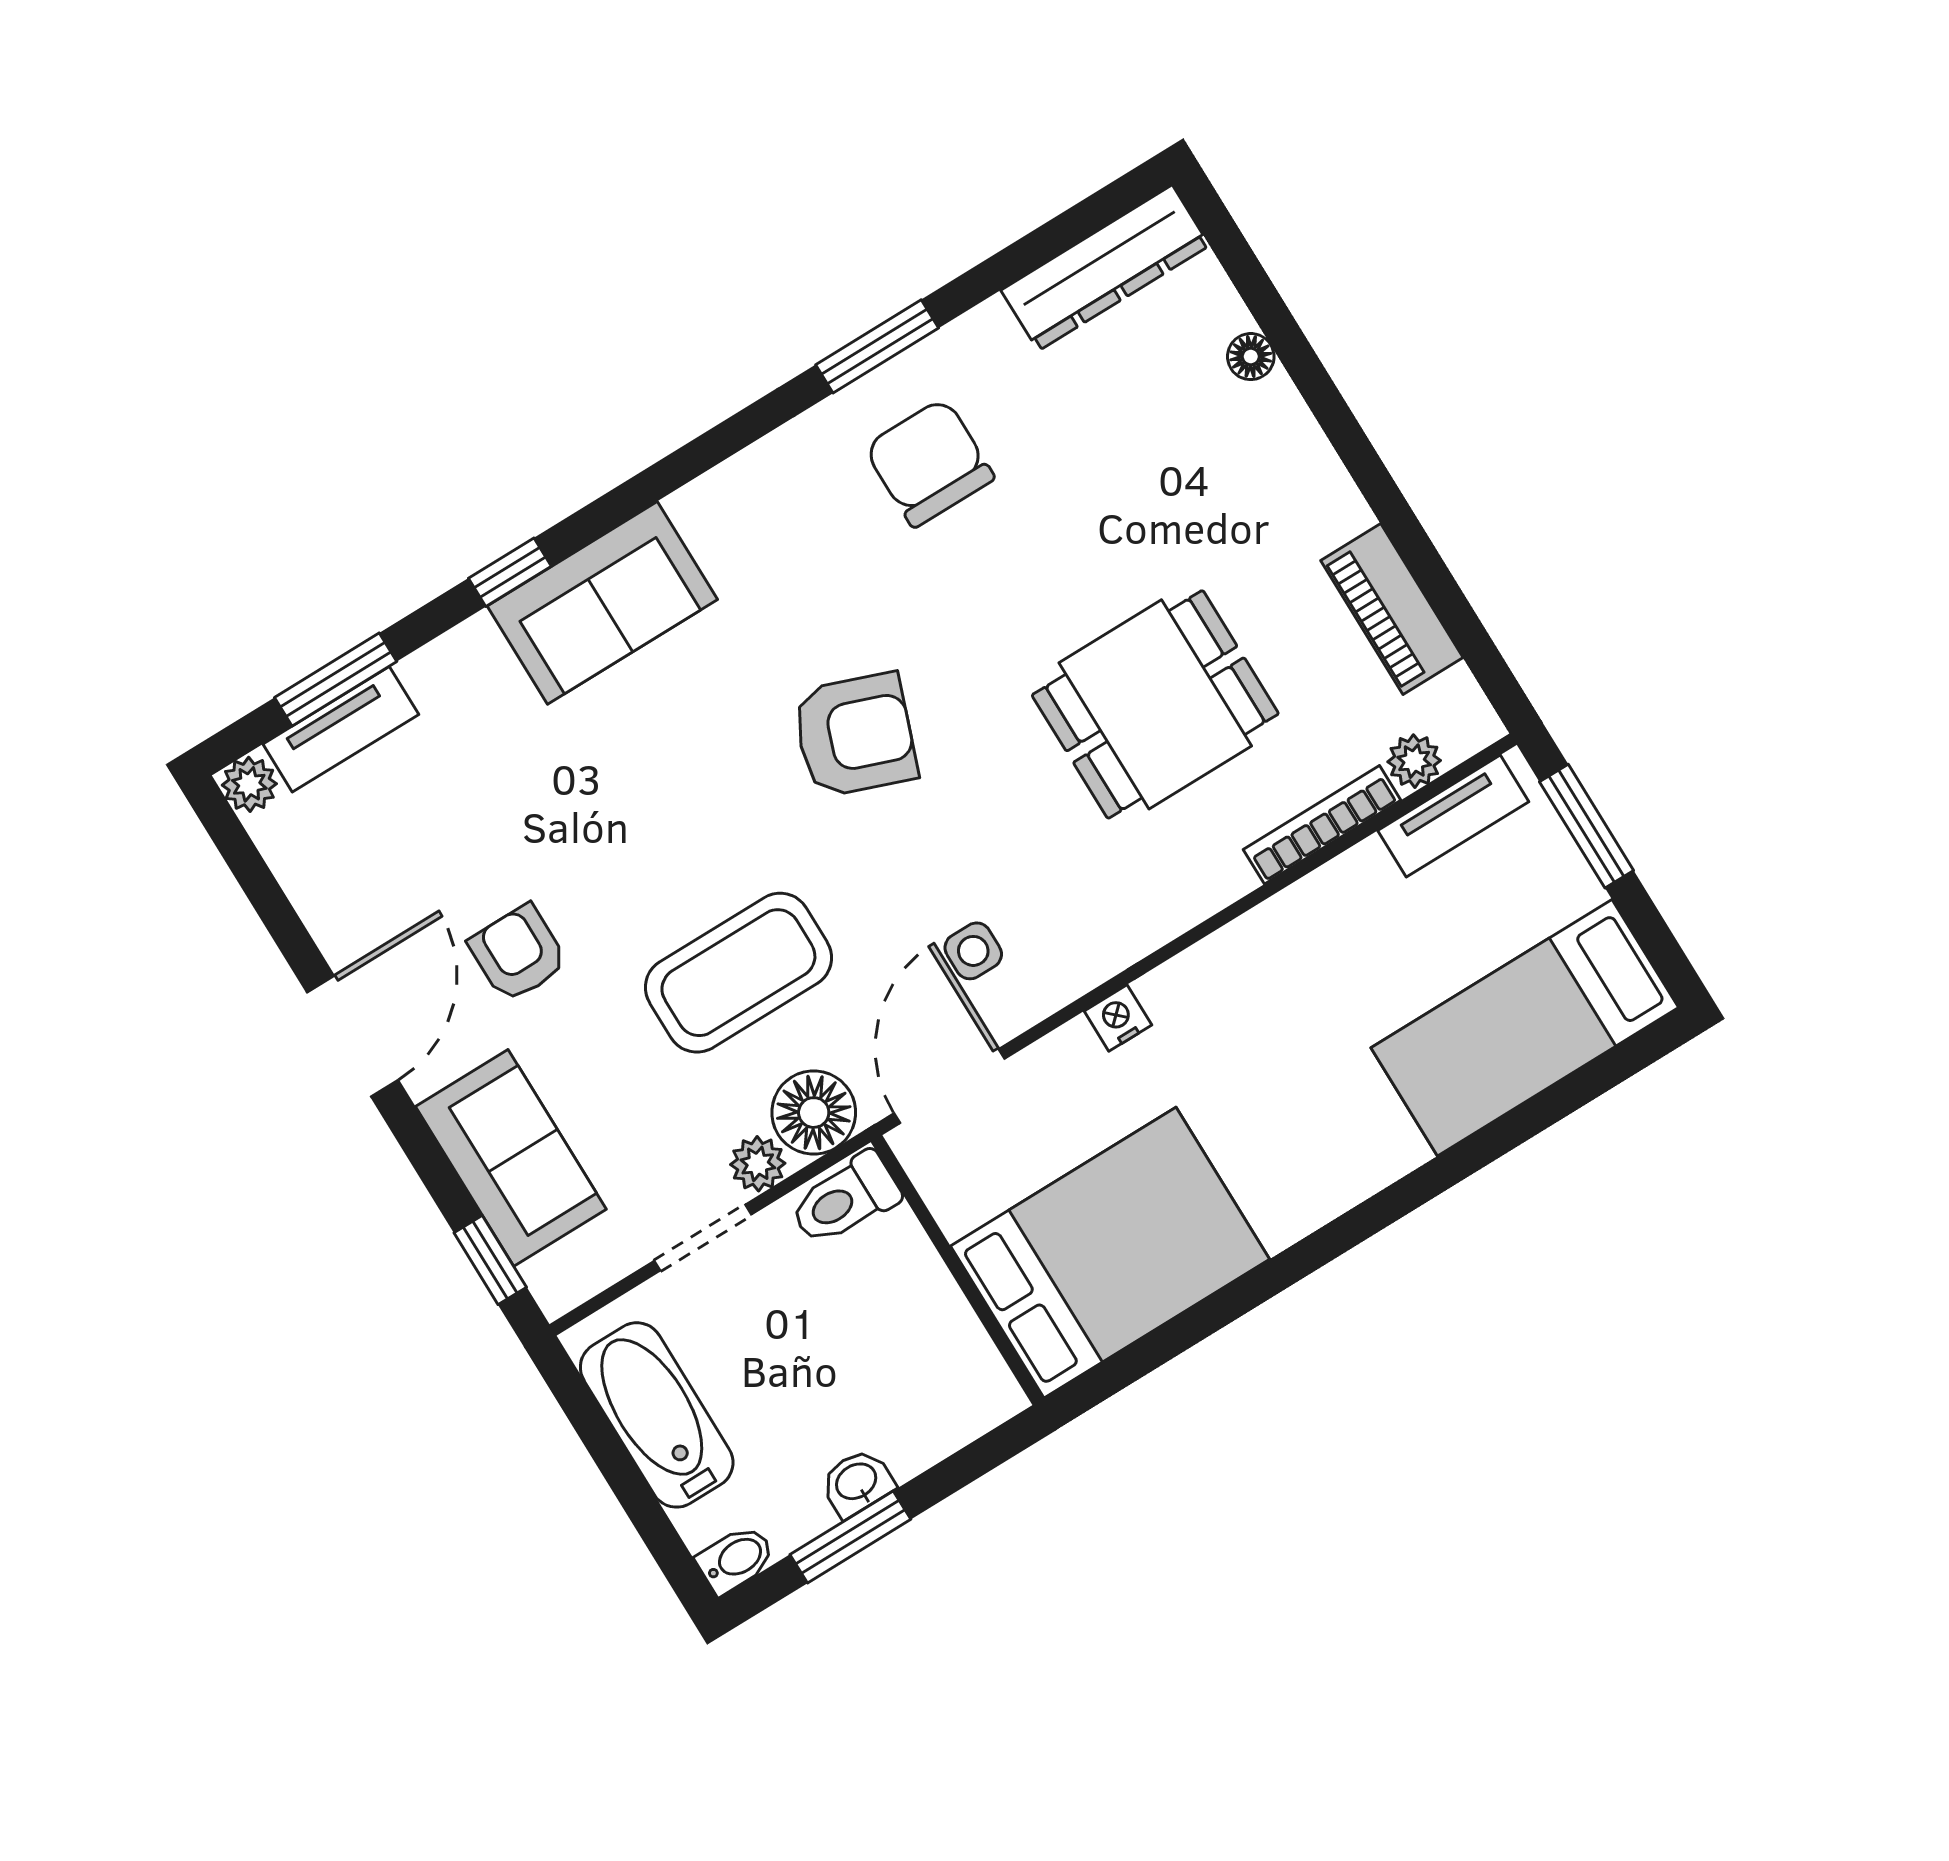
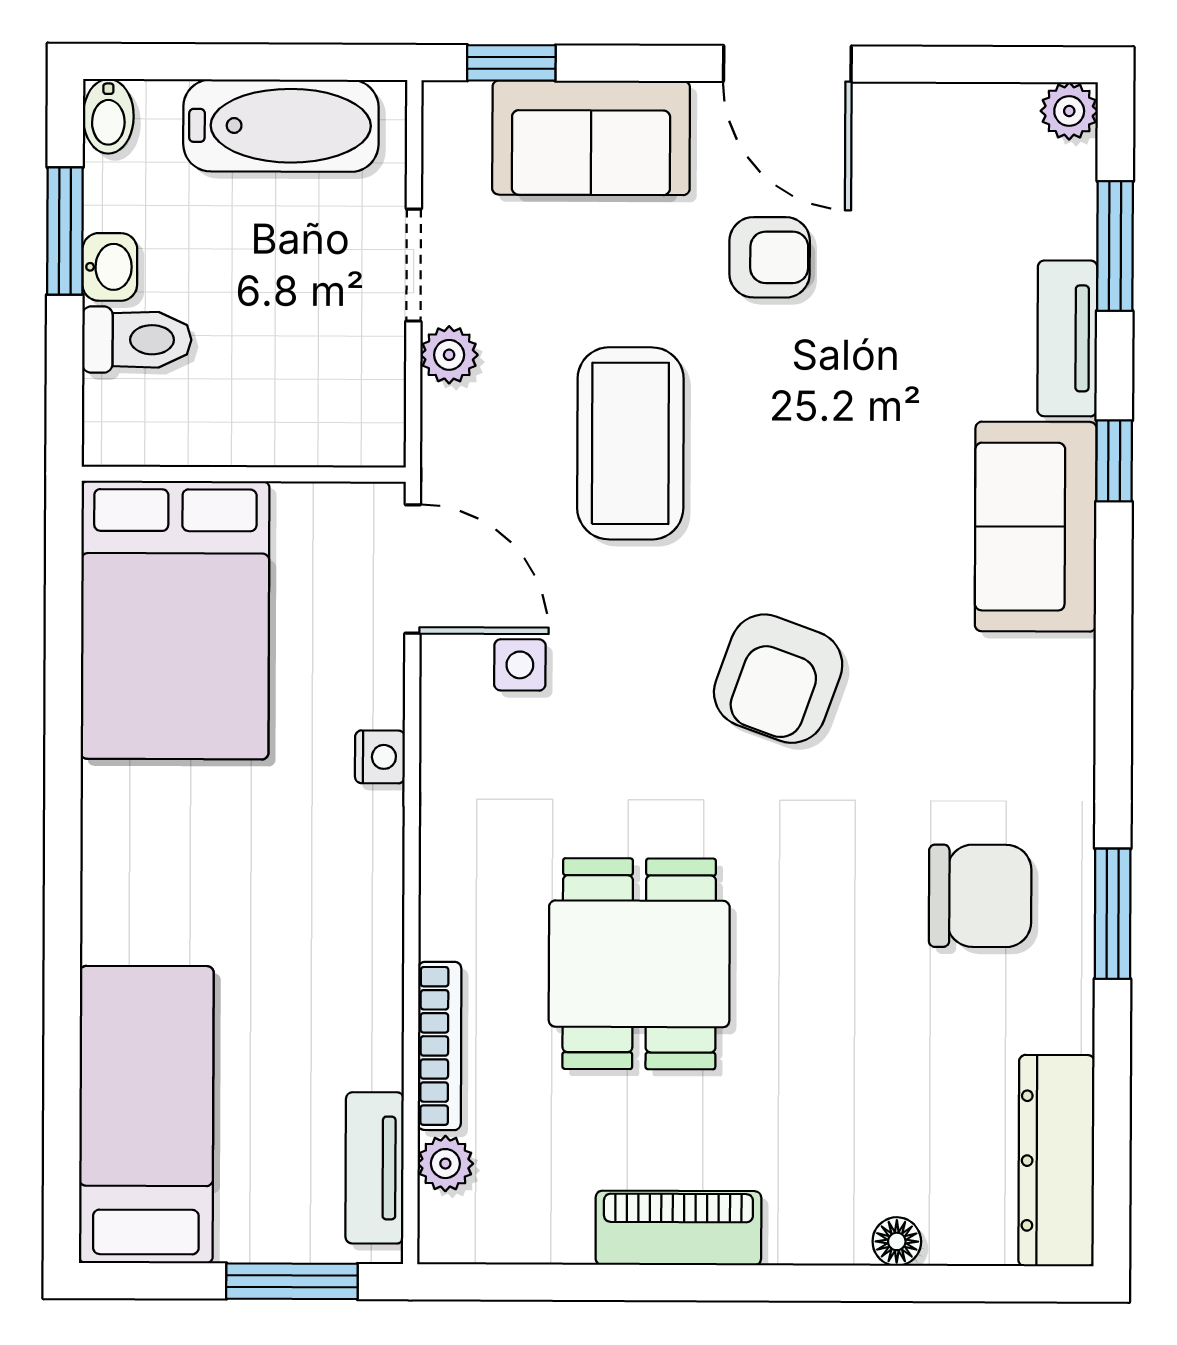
piano: (1392, 609) -> (678, 1228), moved
tv unit: (341, 729) -> (1067, 338), moved
floor lamp: (814, 1113) -> (464, 433), removed
toilet: (845, 1199) -> (137, 340), moved, turned 90

